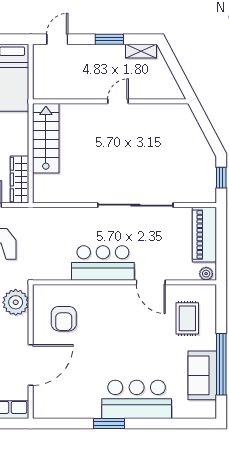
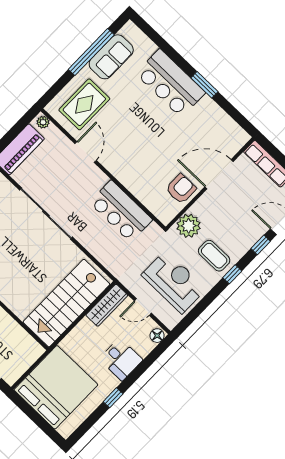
stairs: (46, 138) -> (66, 303), width x1.36, depth x1.51
bar counter: (103, 263) -> (121, 211), moved
rug: (187, 318) -> (84, 104), width x1.36, depth x1.43
armchair: (64, 319) -> (181, 189), moved

